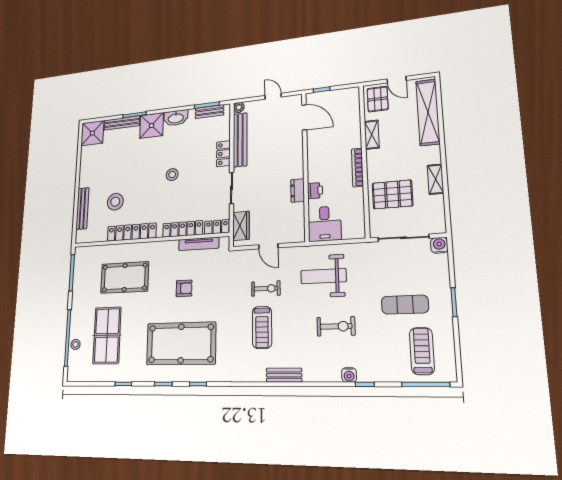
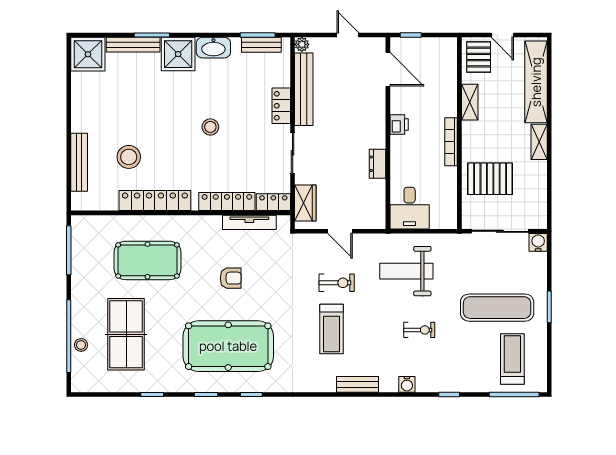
shelving: (436, 179) -> (539, 142), moved
printer: (315, 191) -> (399, 124), moved
exercise mat: (405, 305) -> (497, 308), width x1.36, depth x1.45
exercise bike: (336, 326) -> (419, 330), width x0.73, depth x0.72
water cooler: (349, 375) -> (407, 384), moved

